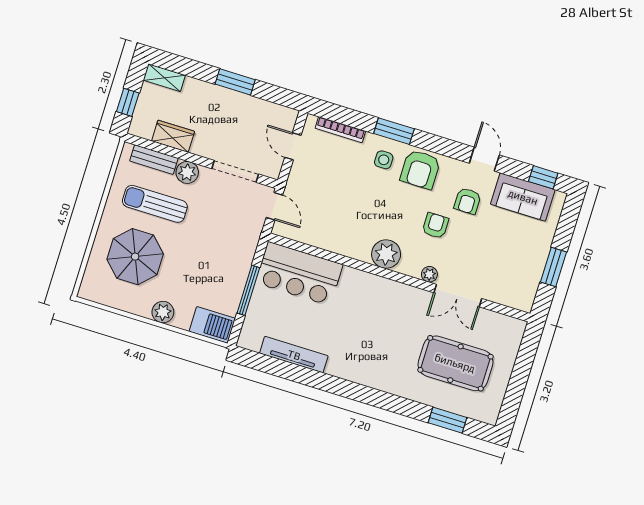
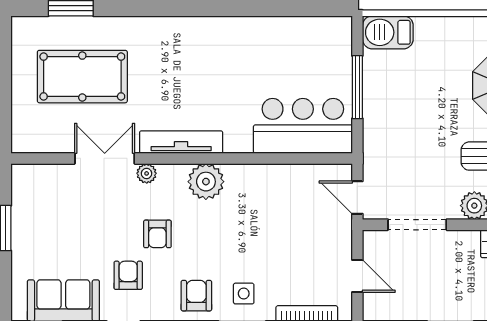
armchair: (420, 169) -> (196, 296), width x0.72, depth x0.72
plant: (163, 312) -> (452, 29), removed
tv unit: (294, 355) -> (181, 142), moved, turned 180

